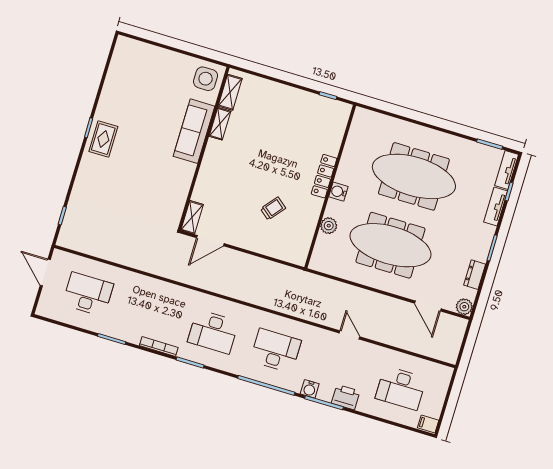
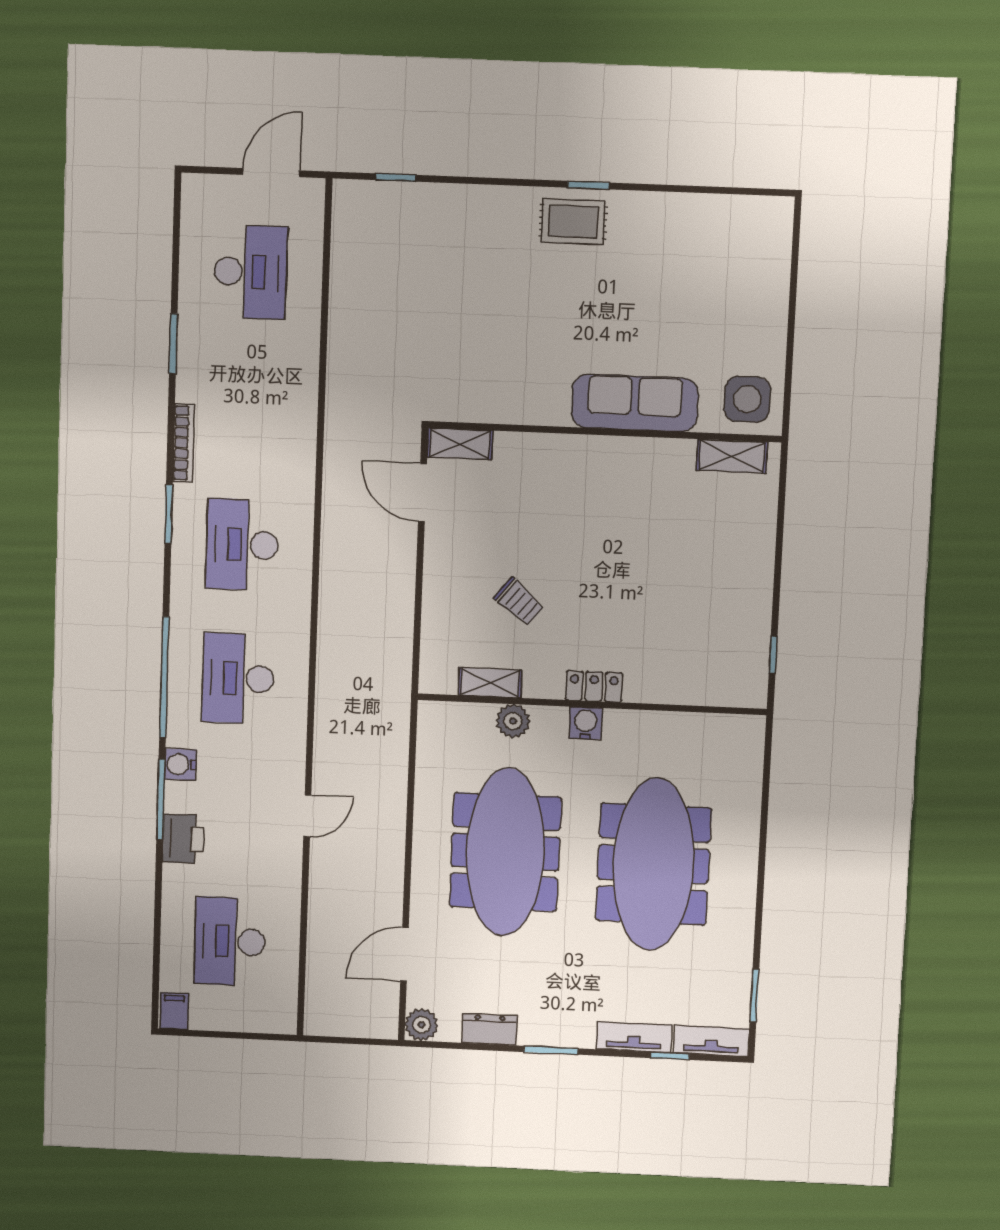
shelving: (220, 124) -> (490, 683), moved
locker: (324, 176) -> (594, 686), width x0.66
desk: (276, 351) -> (238, 678), turned 180

